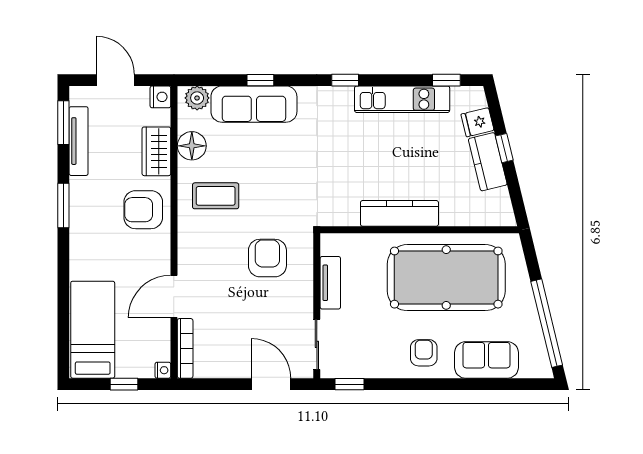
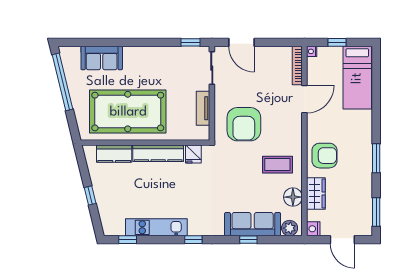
fridge: (477, 122) -> (193, 154), moved, turned 104
tv unit: (79, 141) -> (366, 200), removed
kitchen counter: (488, 162) -> (114, 154), moved, turned 104
armchair: (267, 258) -> (244, 124), width x1.36, depth x1.36
armchair: (424, 353) -> (142, 63), removed

